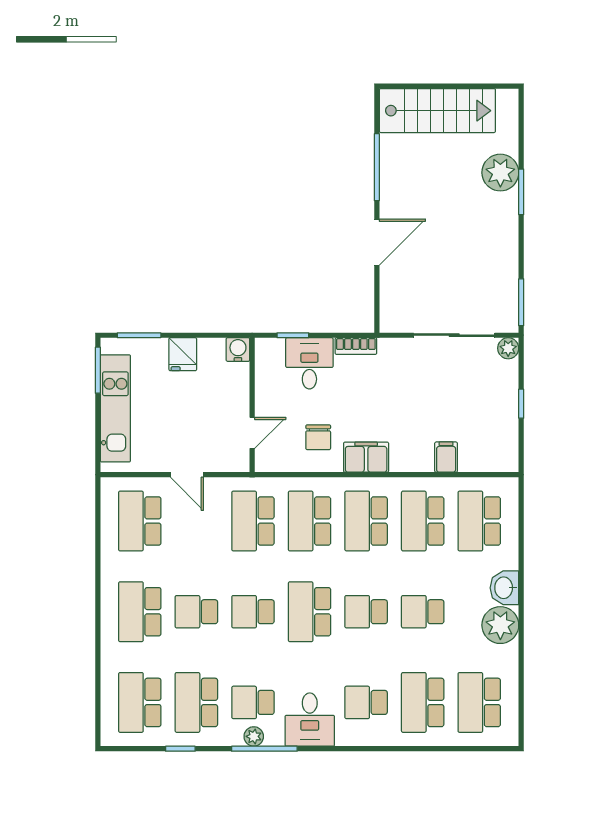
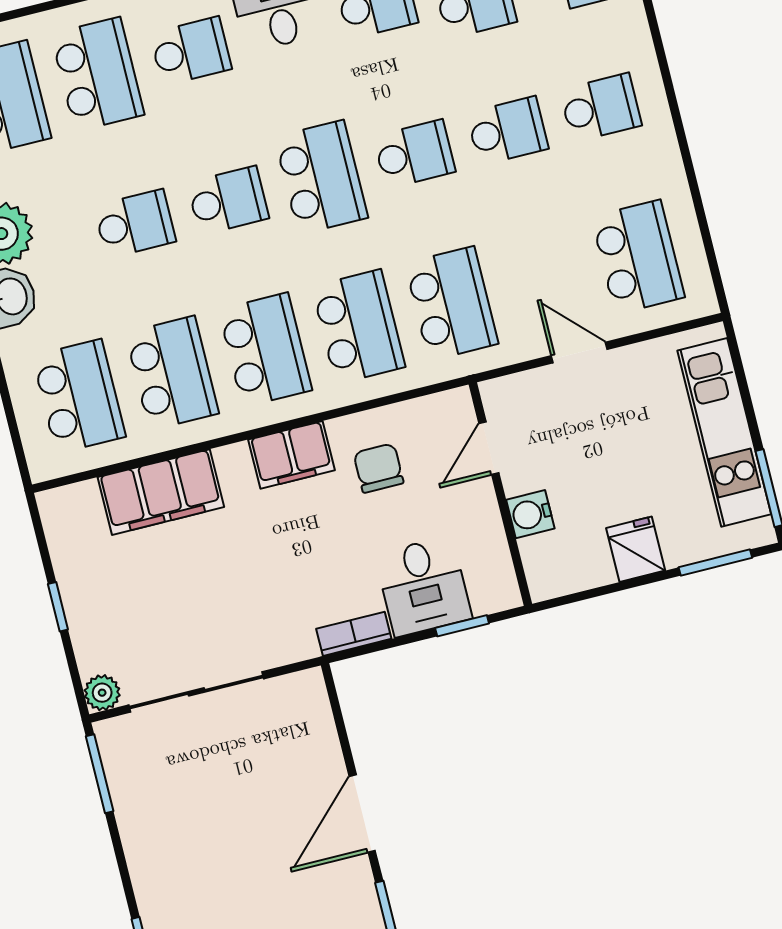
water cooler: (238, 350) -> (530, 514), moved, turned 90
filing cabinet: (446, 457) -> (161, 492), width x3.00, depth x1.17
school desk: (140, 612) -> (601, 108), width x0.54

